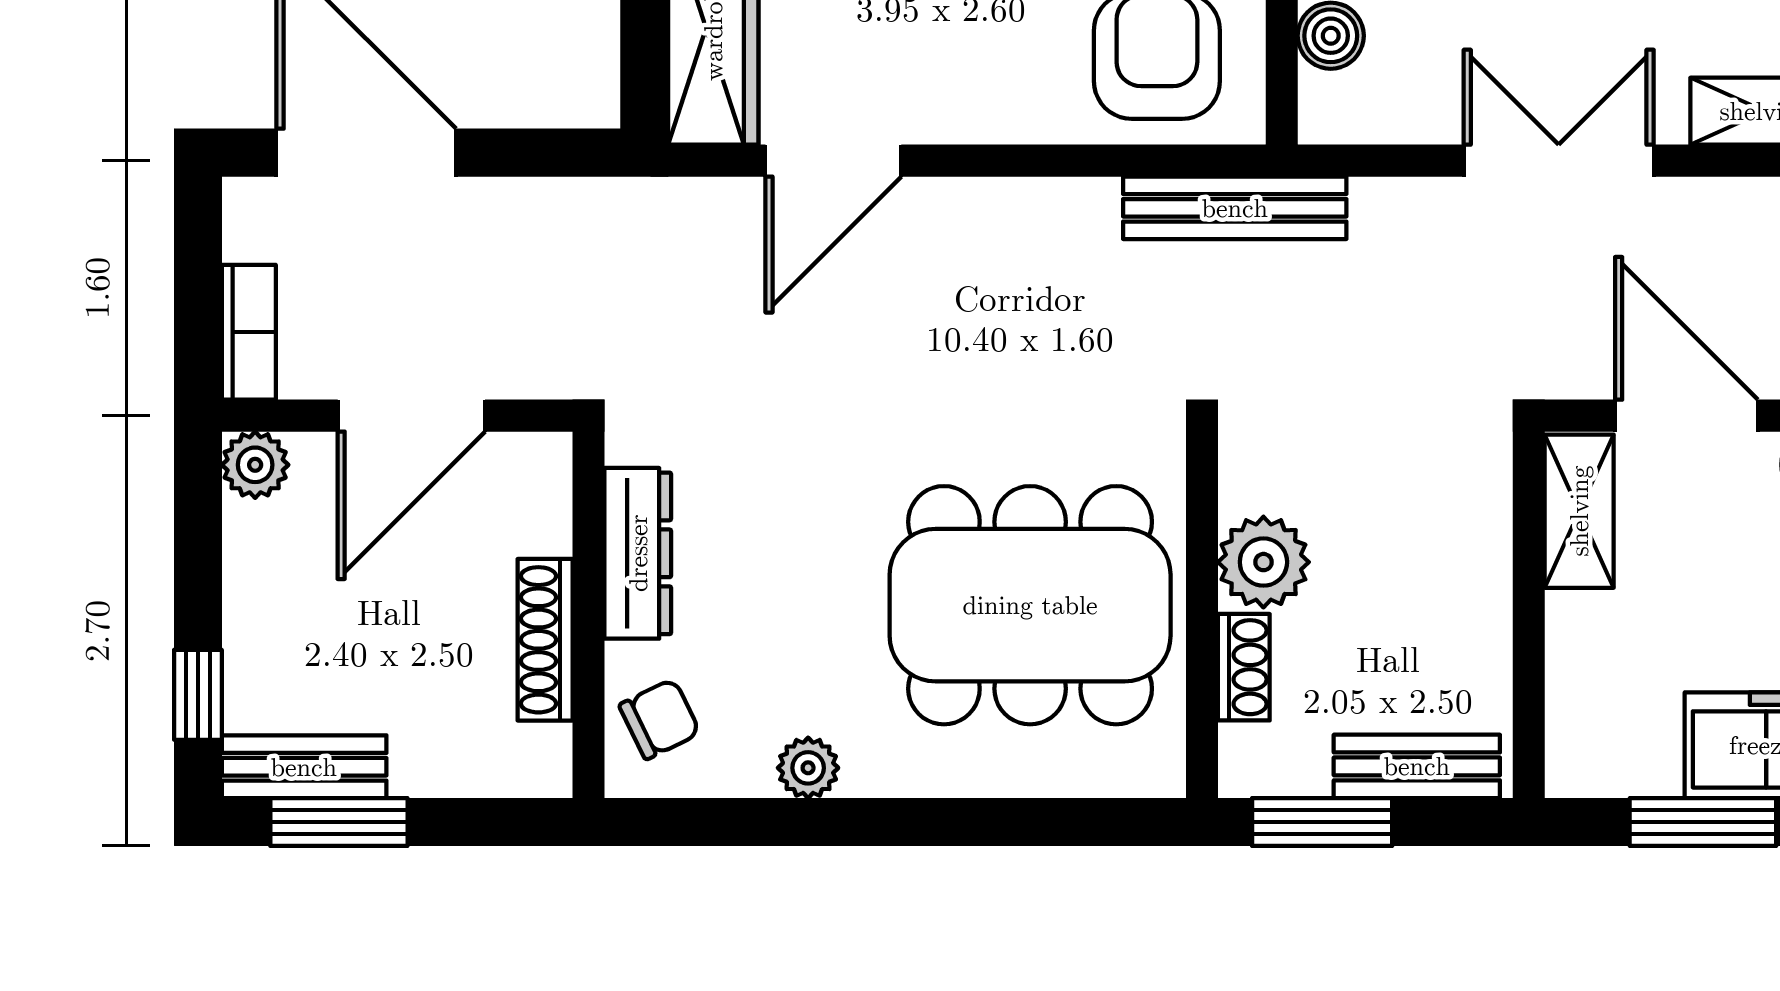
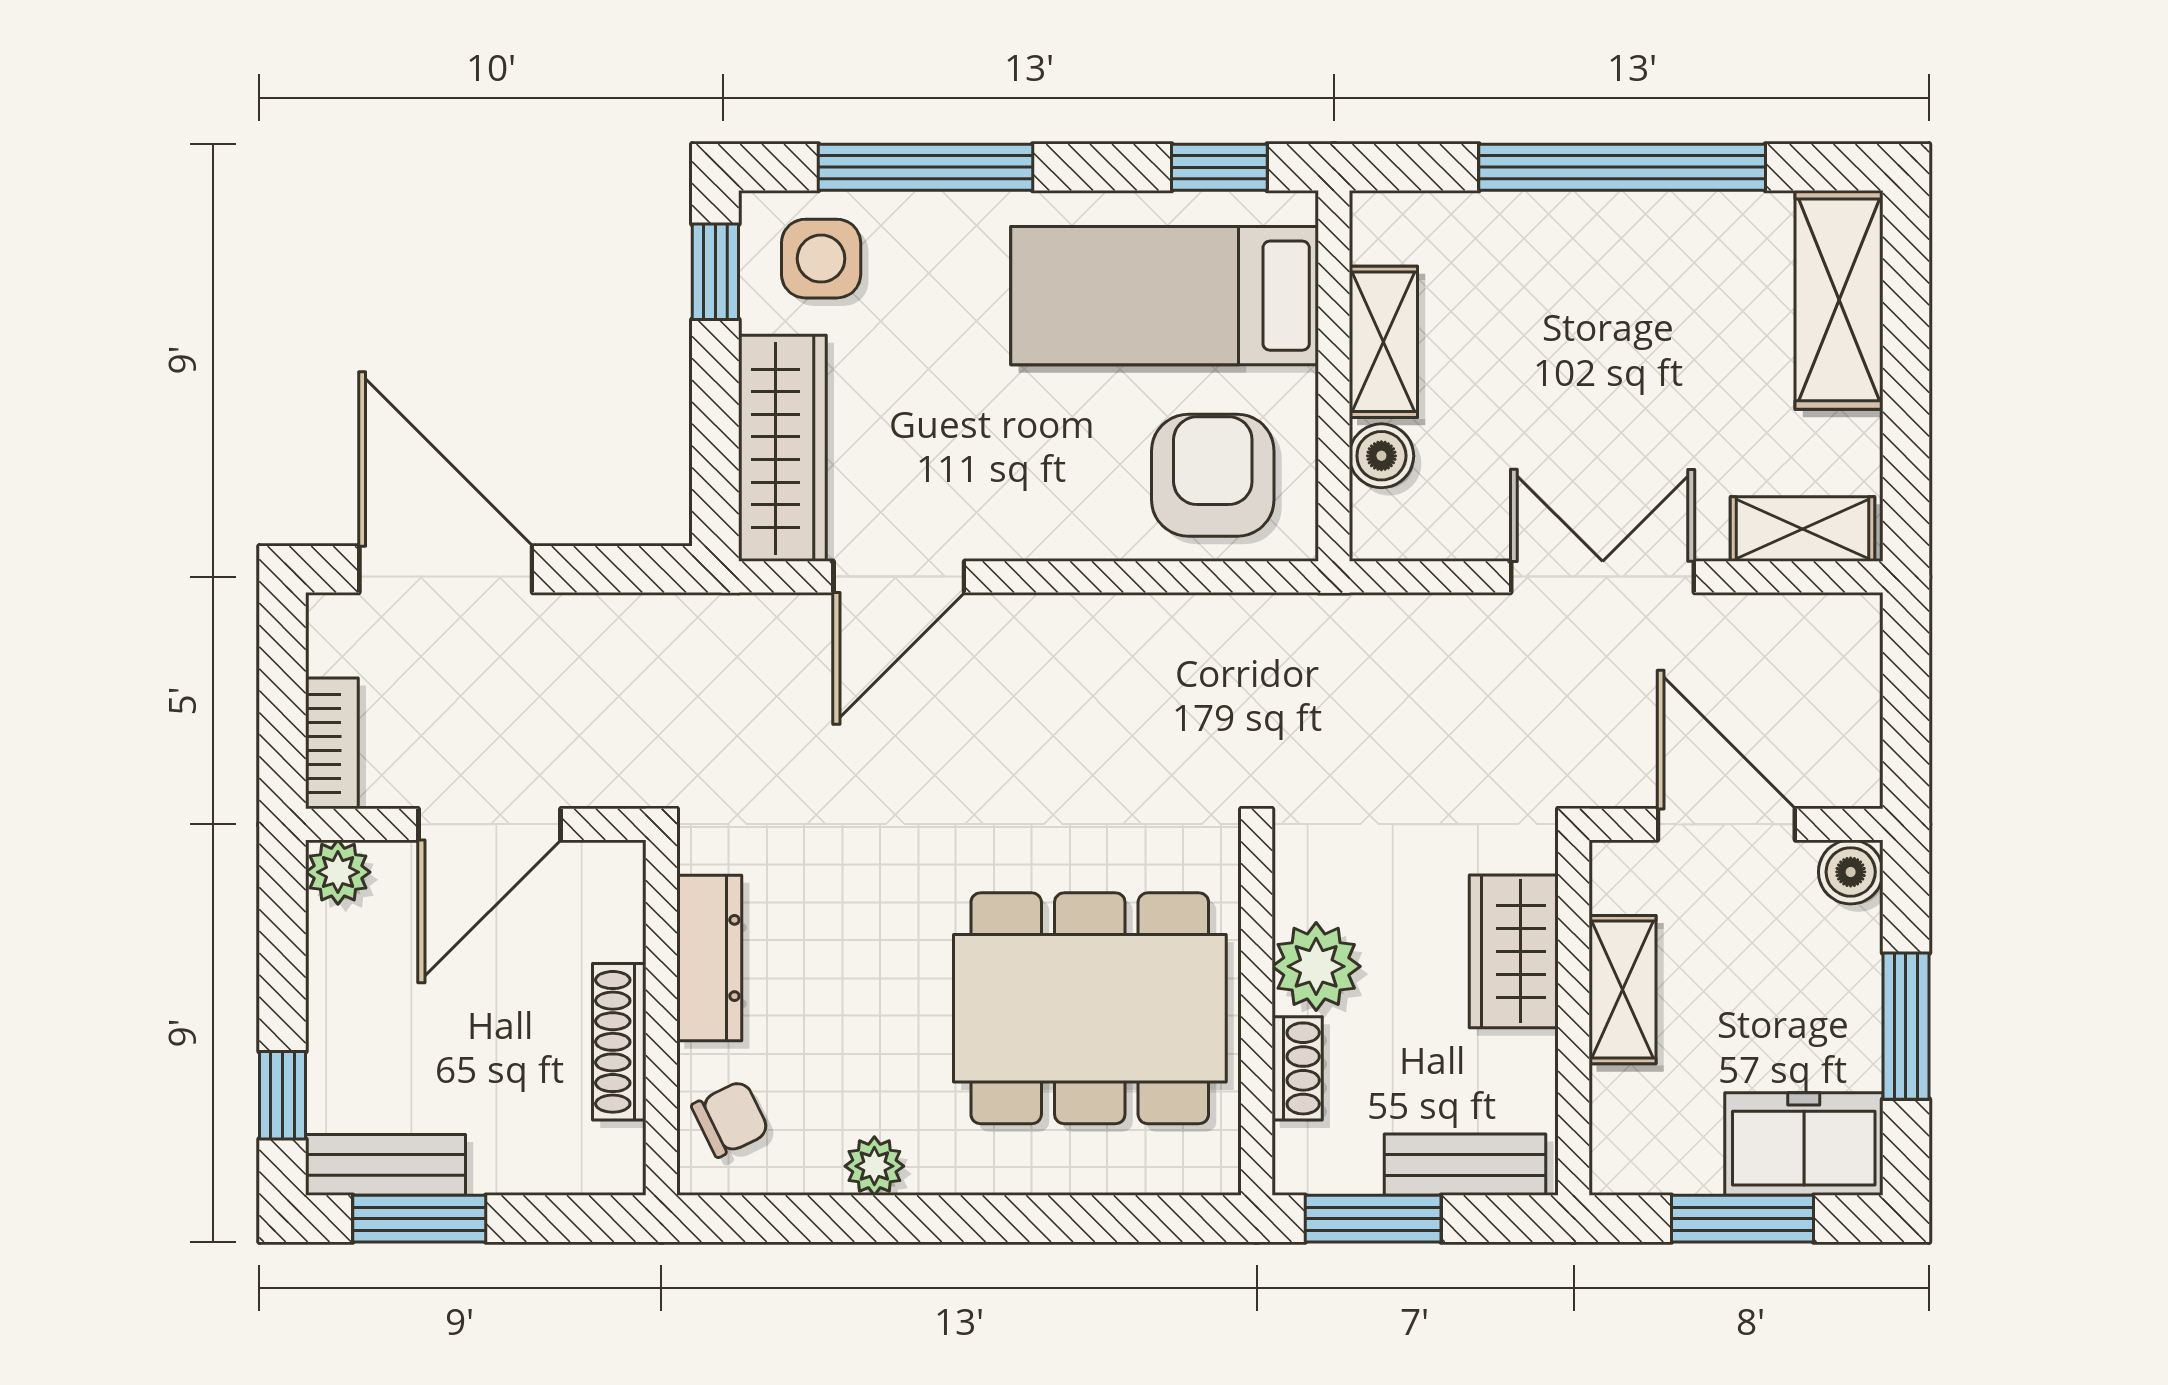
bench: (1235, 208) -> (1288, 623), removed
shelving: (1579, 511) -> (1622, 990), moved
wardrobe: (1467, 547) -> (1514, 951), added

